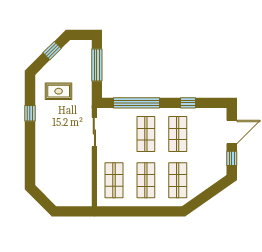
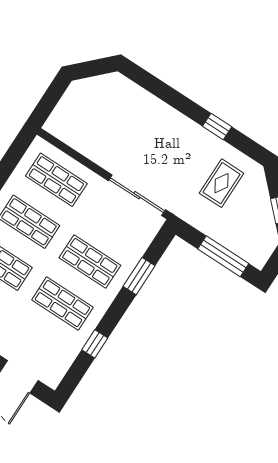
window: (137, 103) -> (139, 276), width x0.47
sliding door: (94, 132) -> (137, 195), width x1.37

